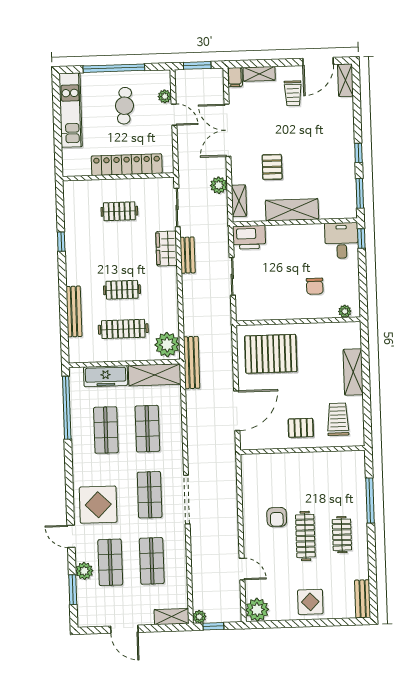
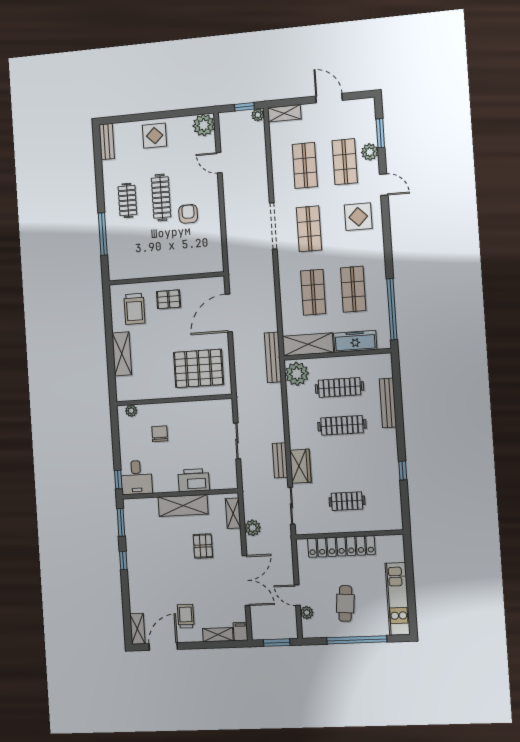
printer: (249, 237) -> (194, 480), moved
clothes rail: (122, 290) -> (342, 425), width x1.36
display table: (98, 505) -> (358, 217), width x0.73, depth x0.73

